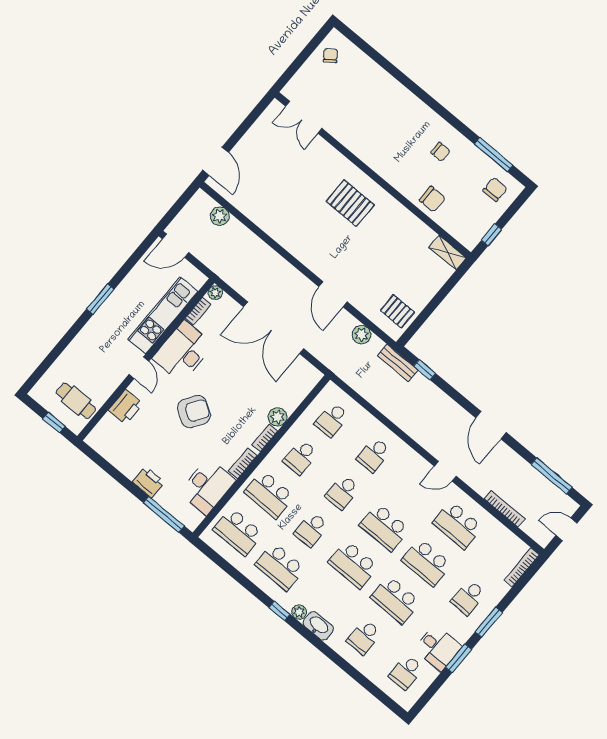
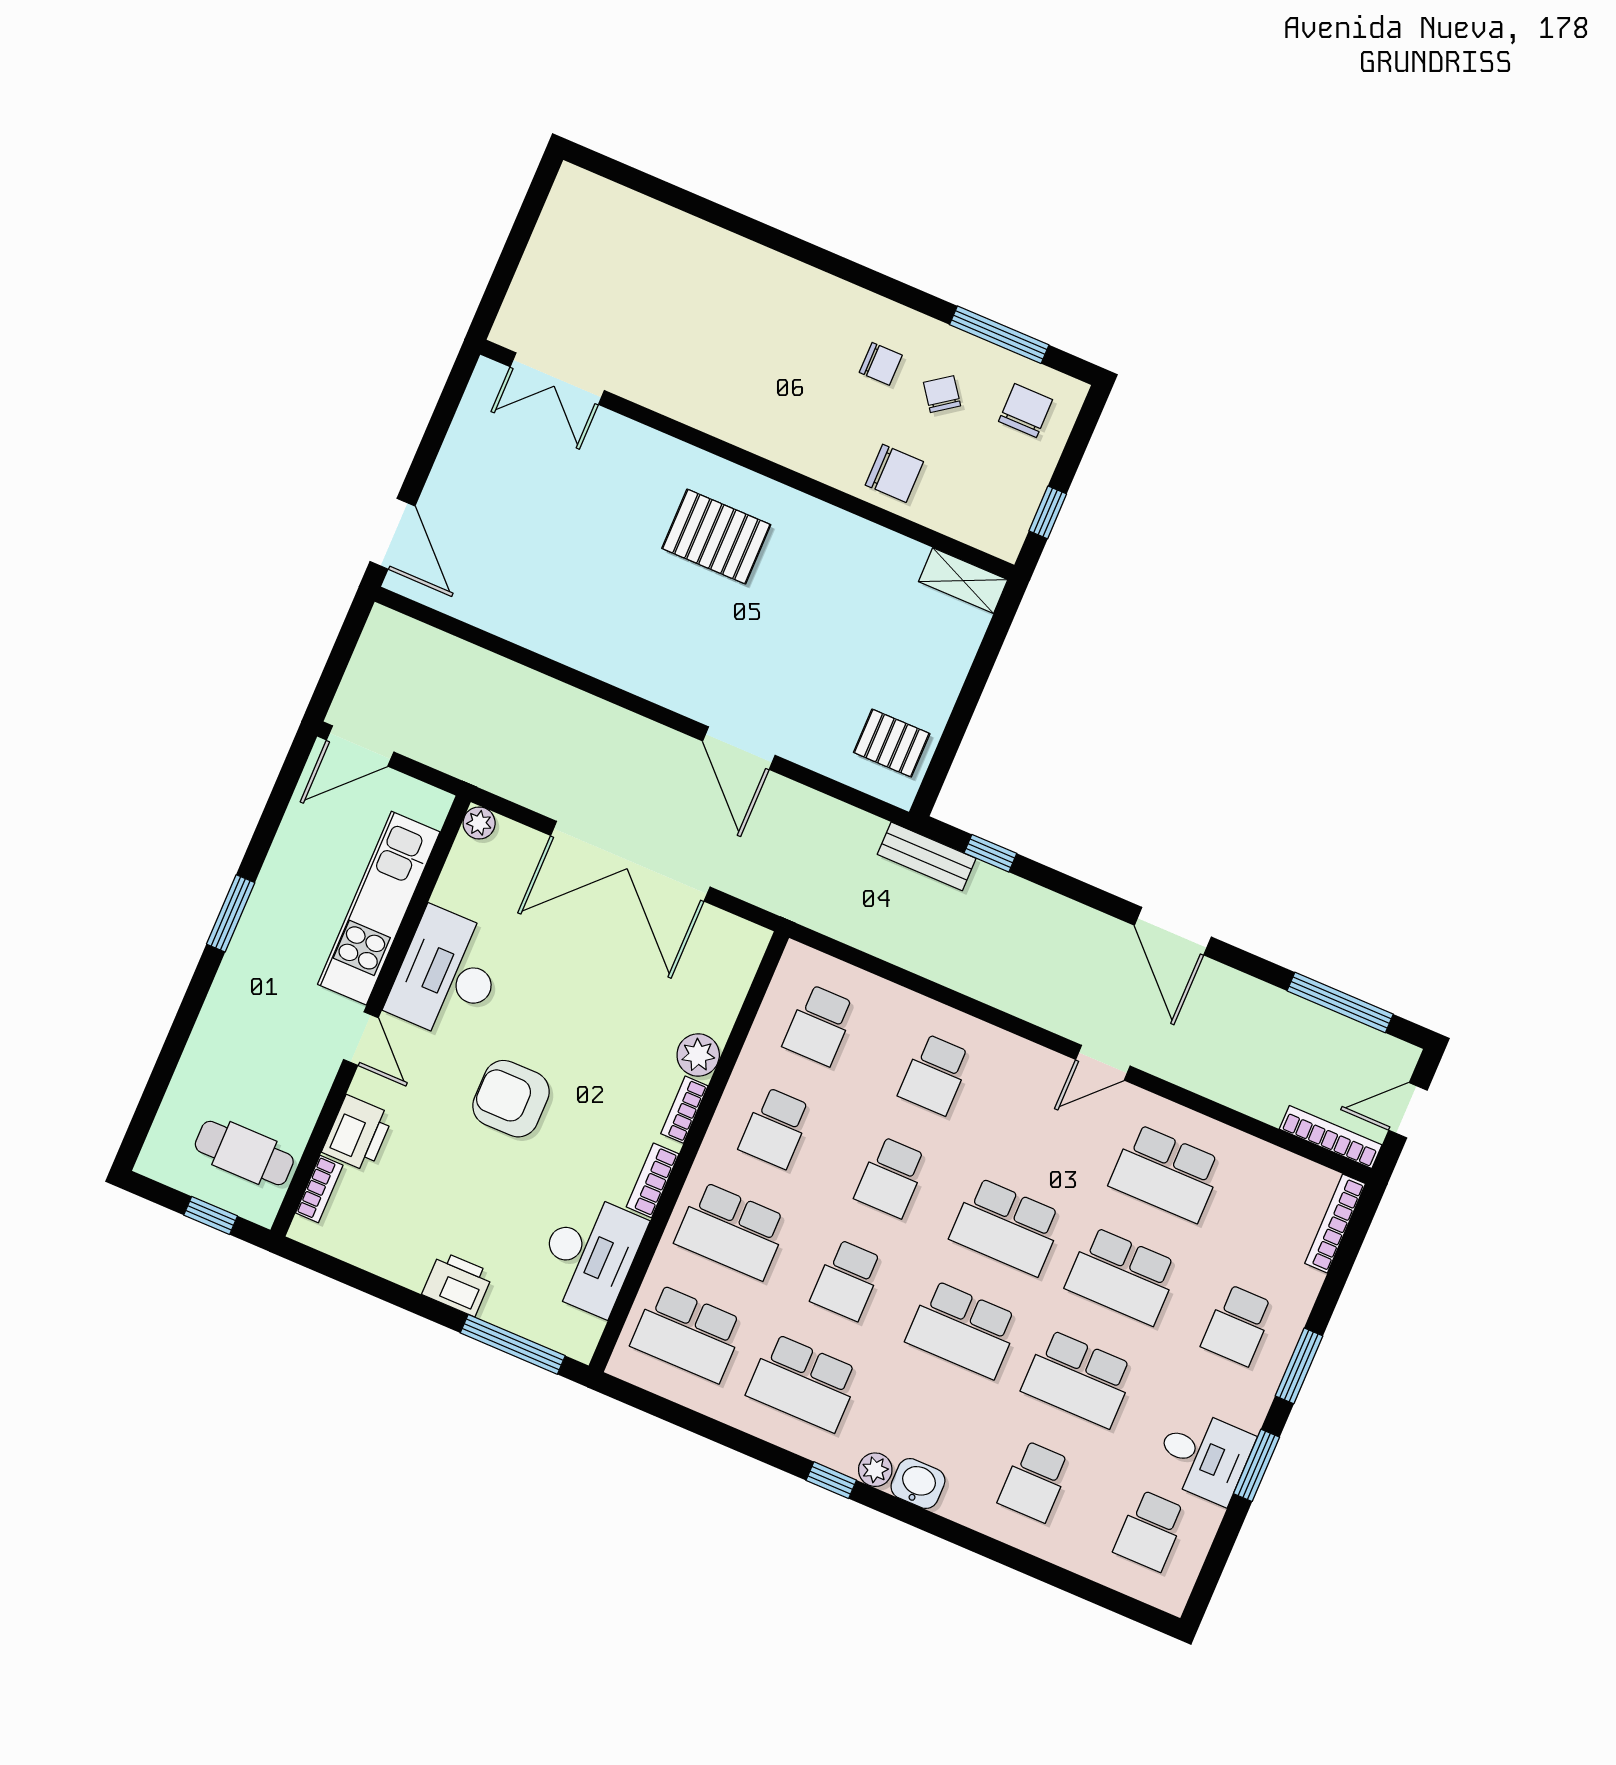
chair: (330, 55) -> (942, 394), moved
plant: (220, 216) -> (438, 652), removed
bookcase: (198, 311) -> (319, 1189), moved
plant: (362, 335) -> (828, 818), removed
armchair: (194, 412) -> (511, 1099), turned -123
bookcase: (505, 509) -> (1331, 1137), moved
washbasin: (318, 626) -> (918, 1484), width x0.72

